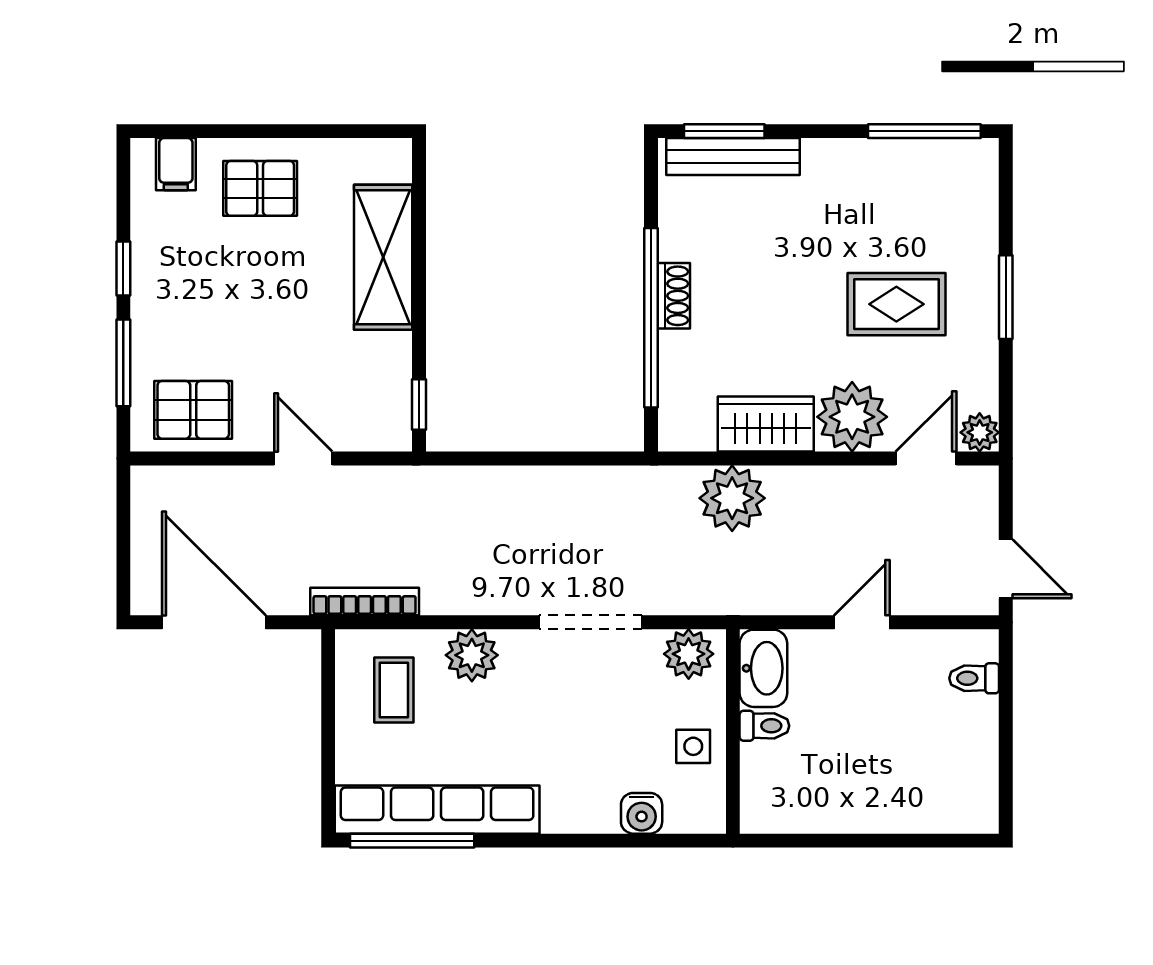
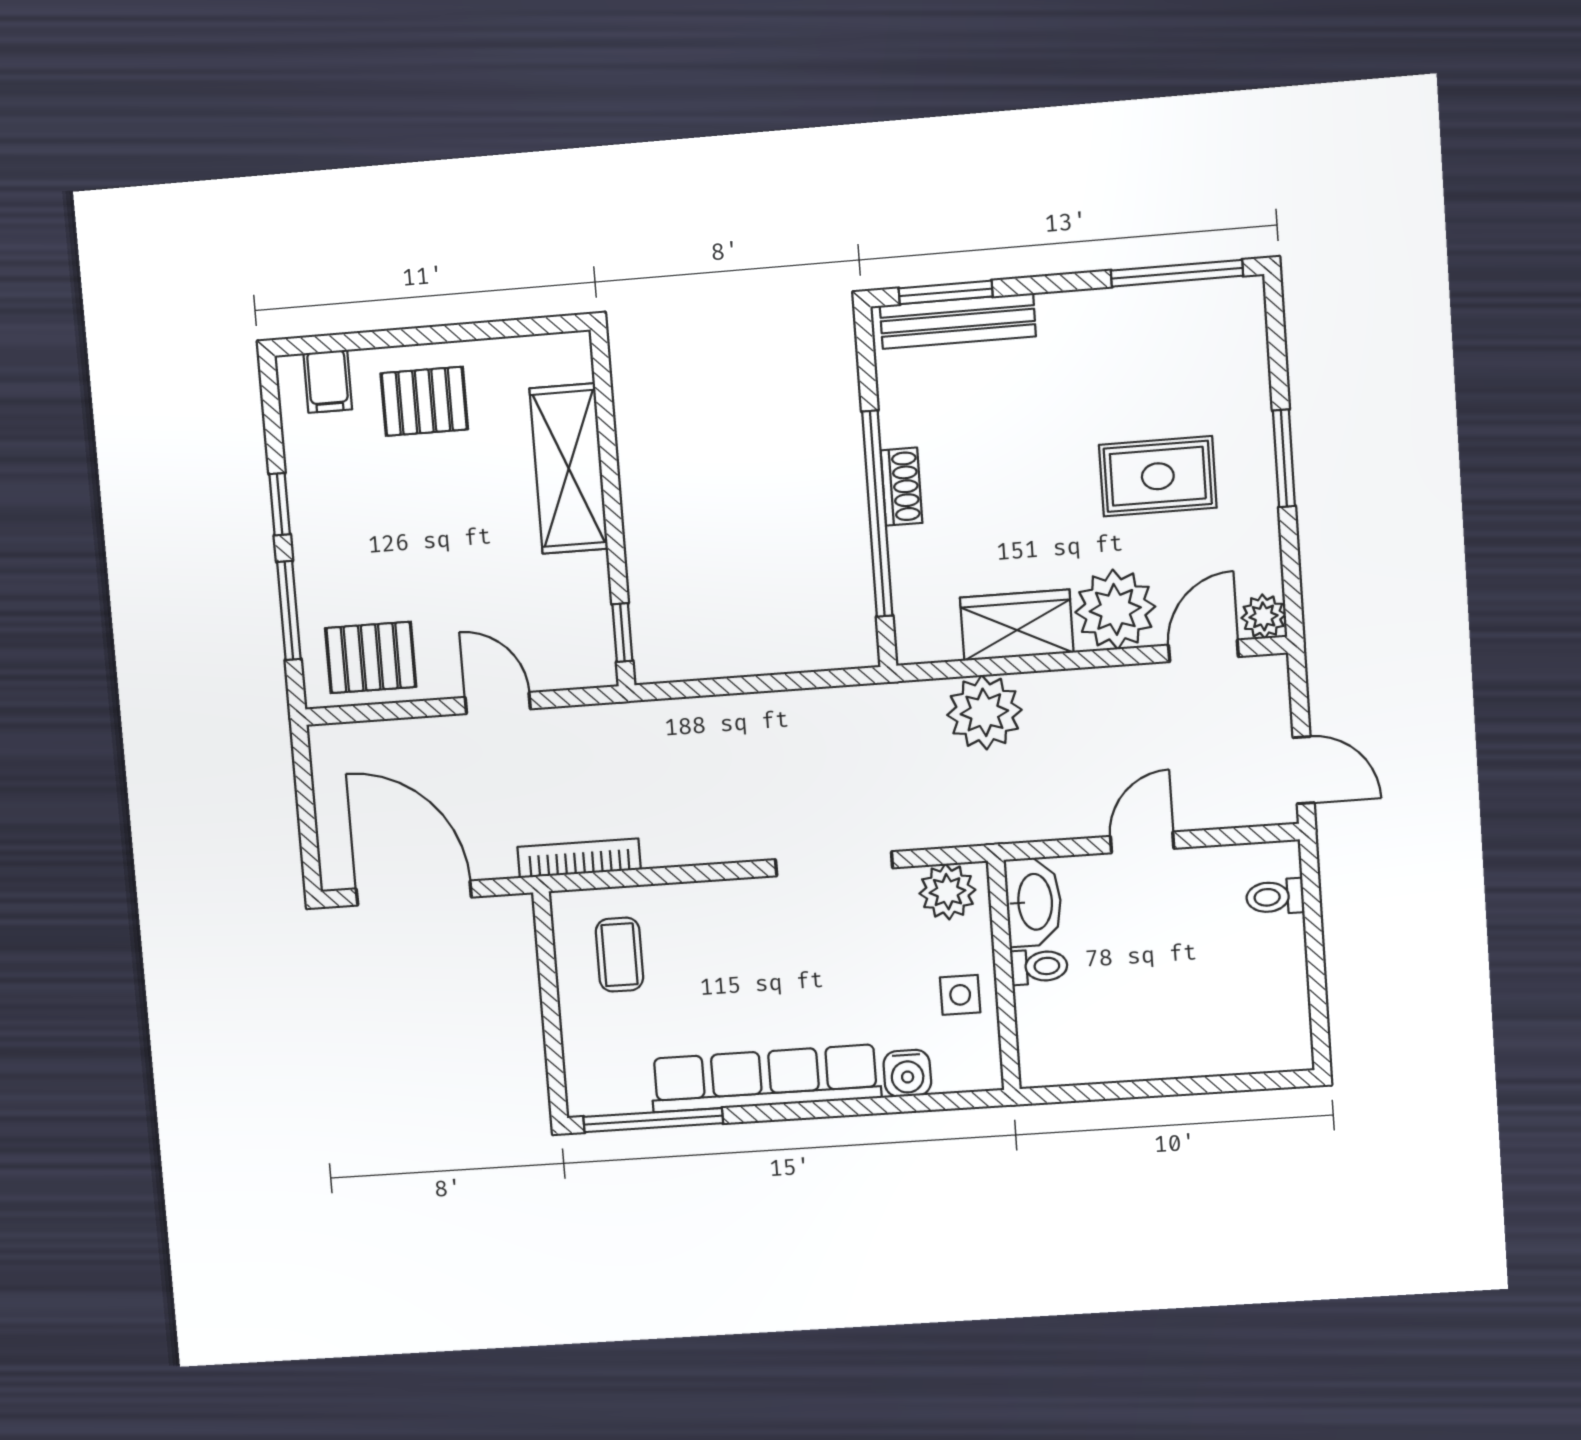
plant: (472, 655) -> (703, 910), removed
row of seats: (437, 810) -> (765, 1078), moved

